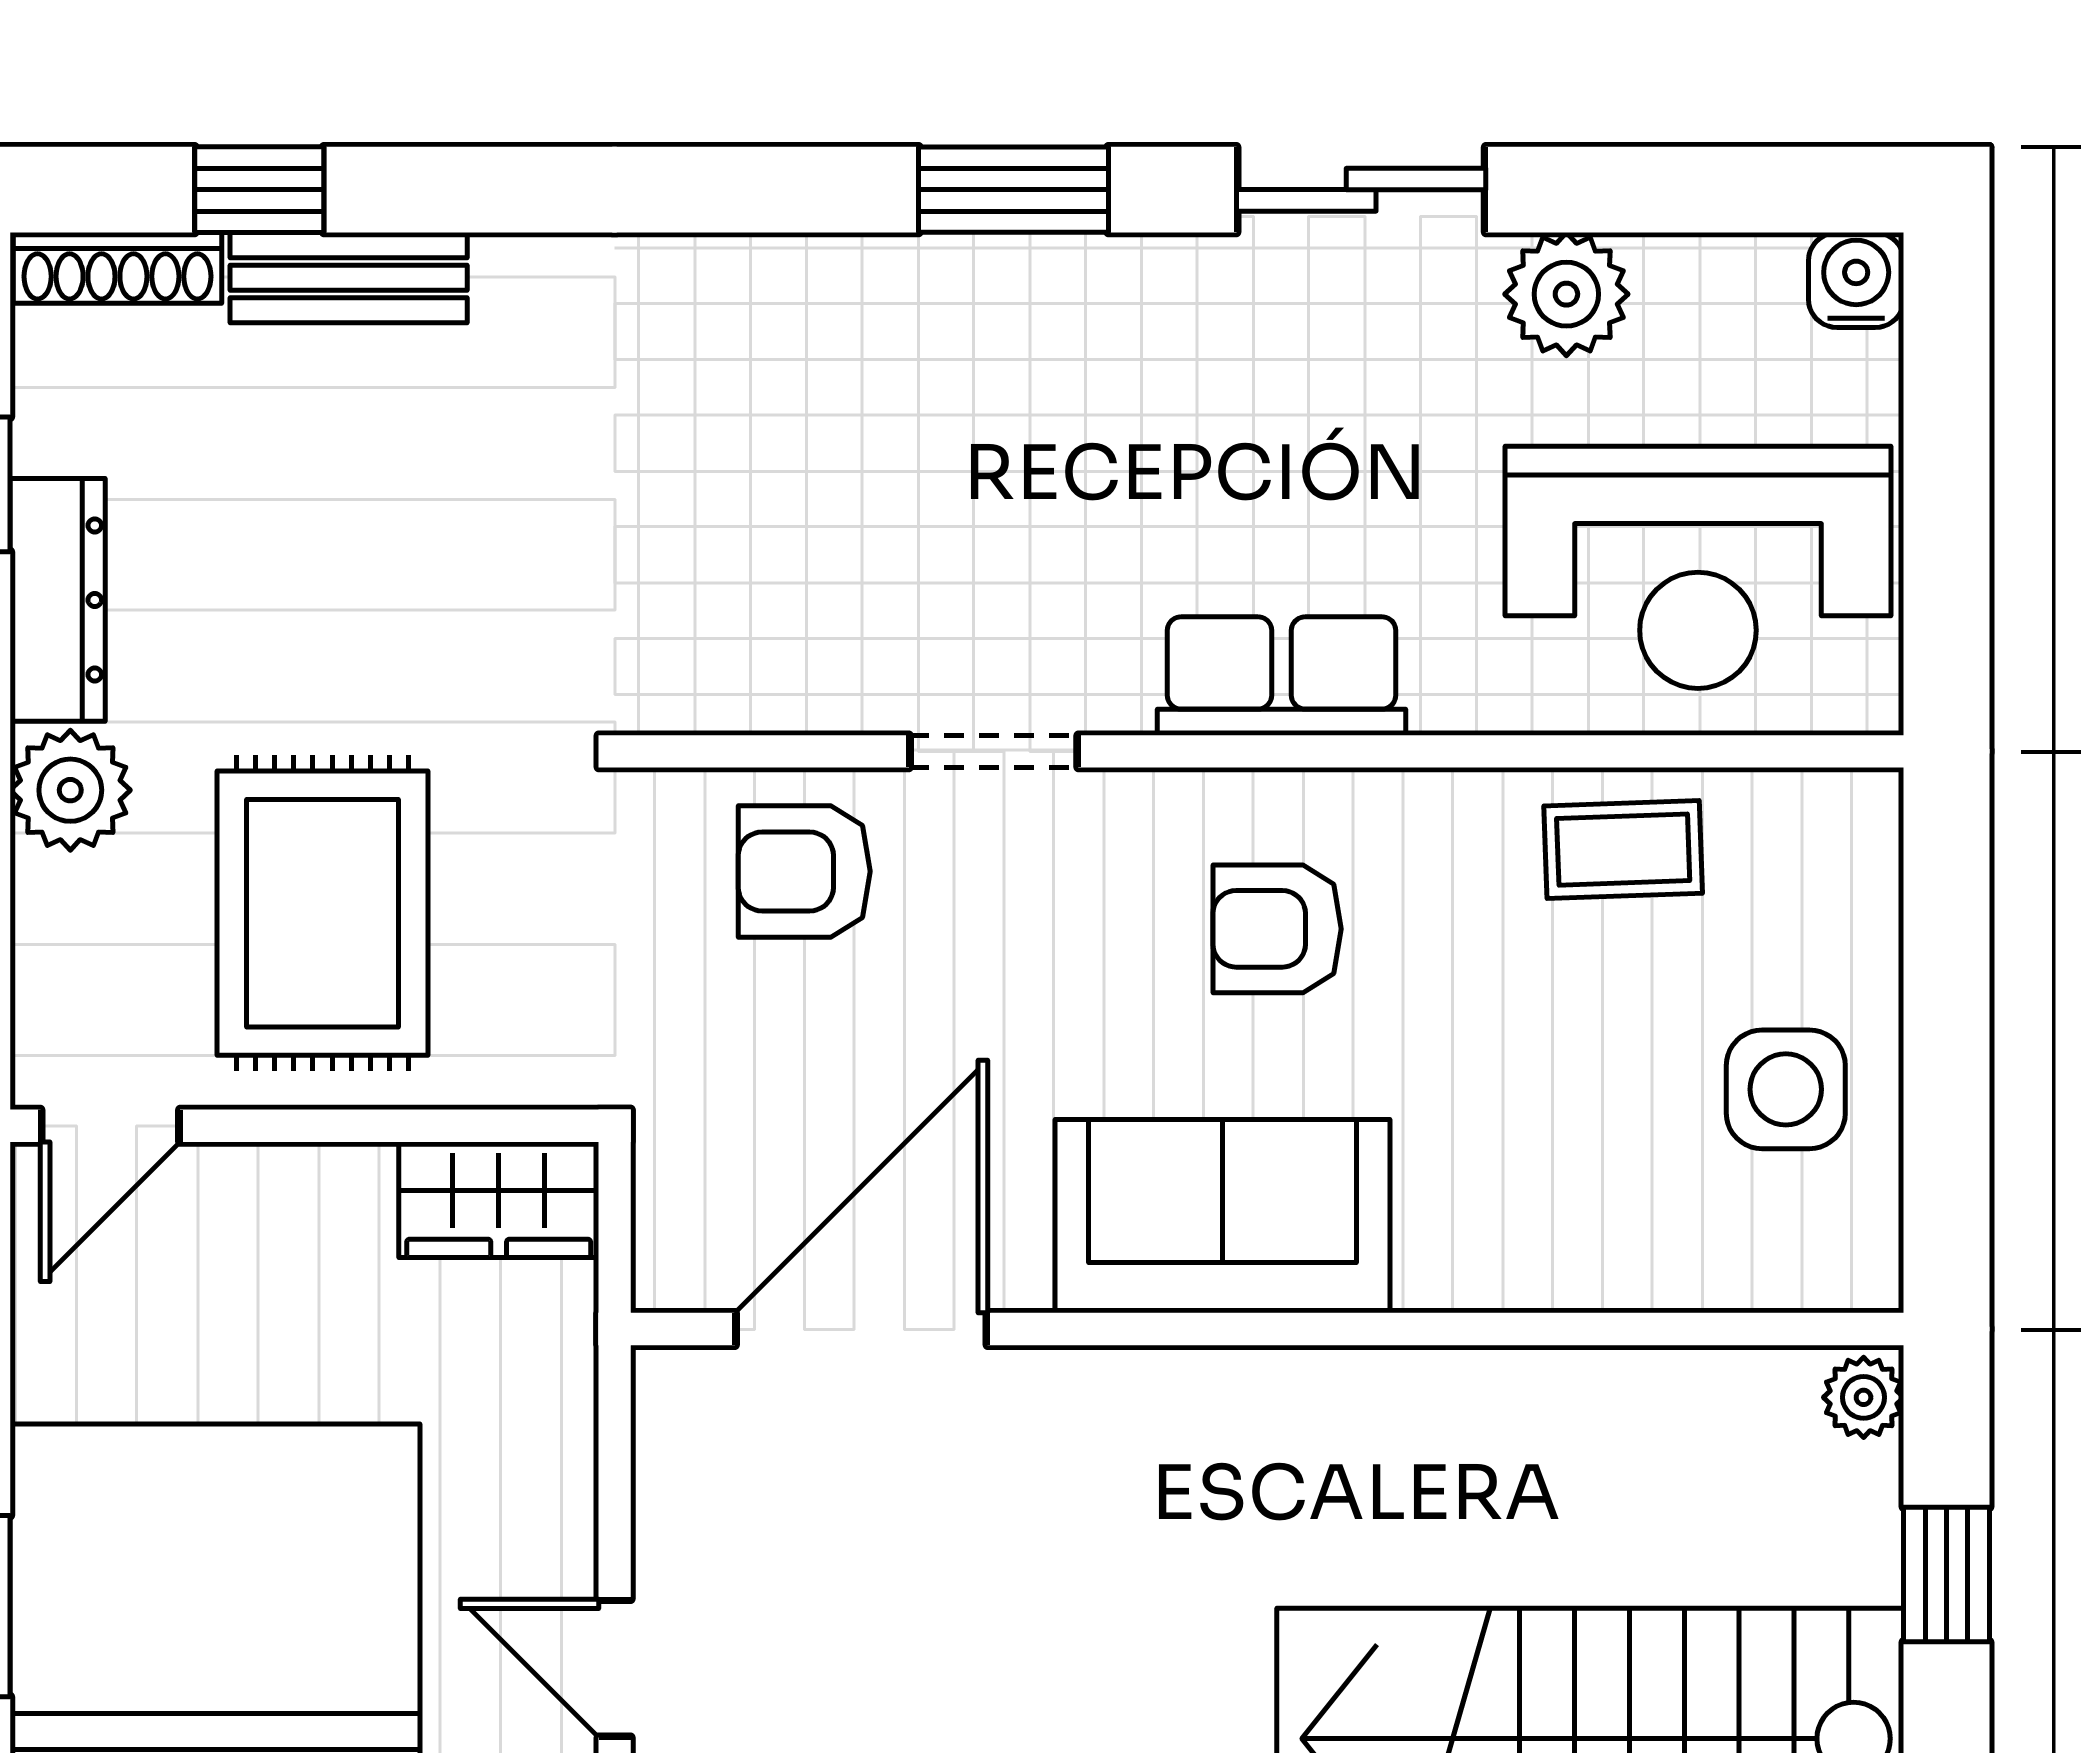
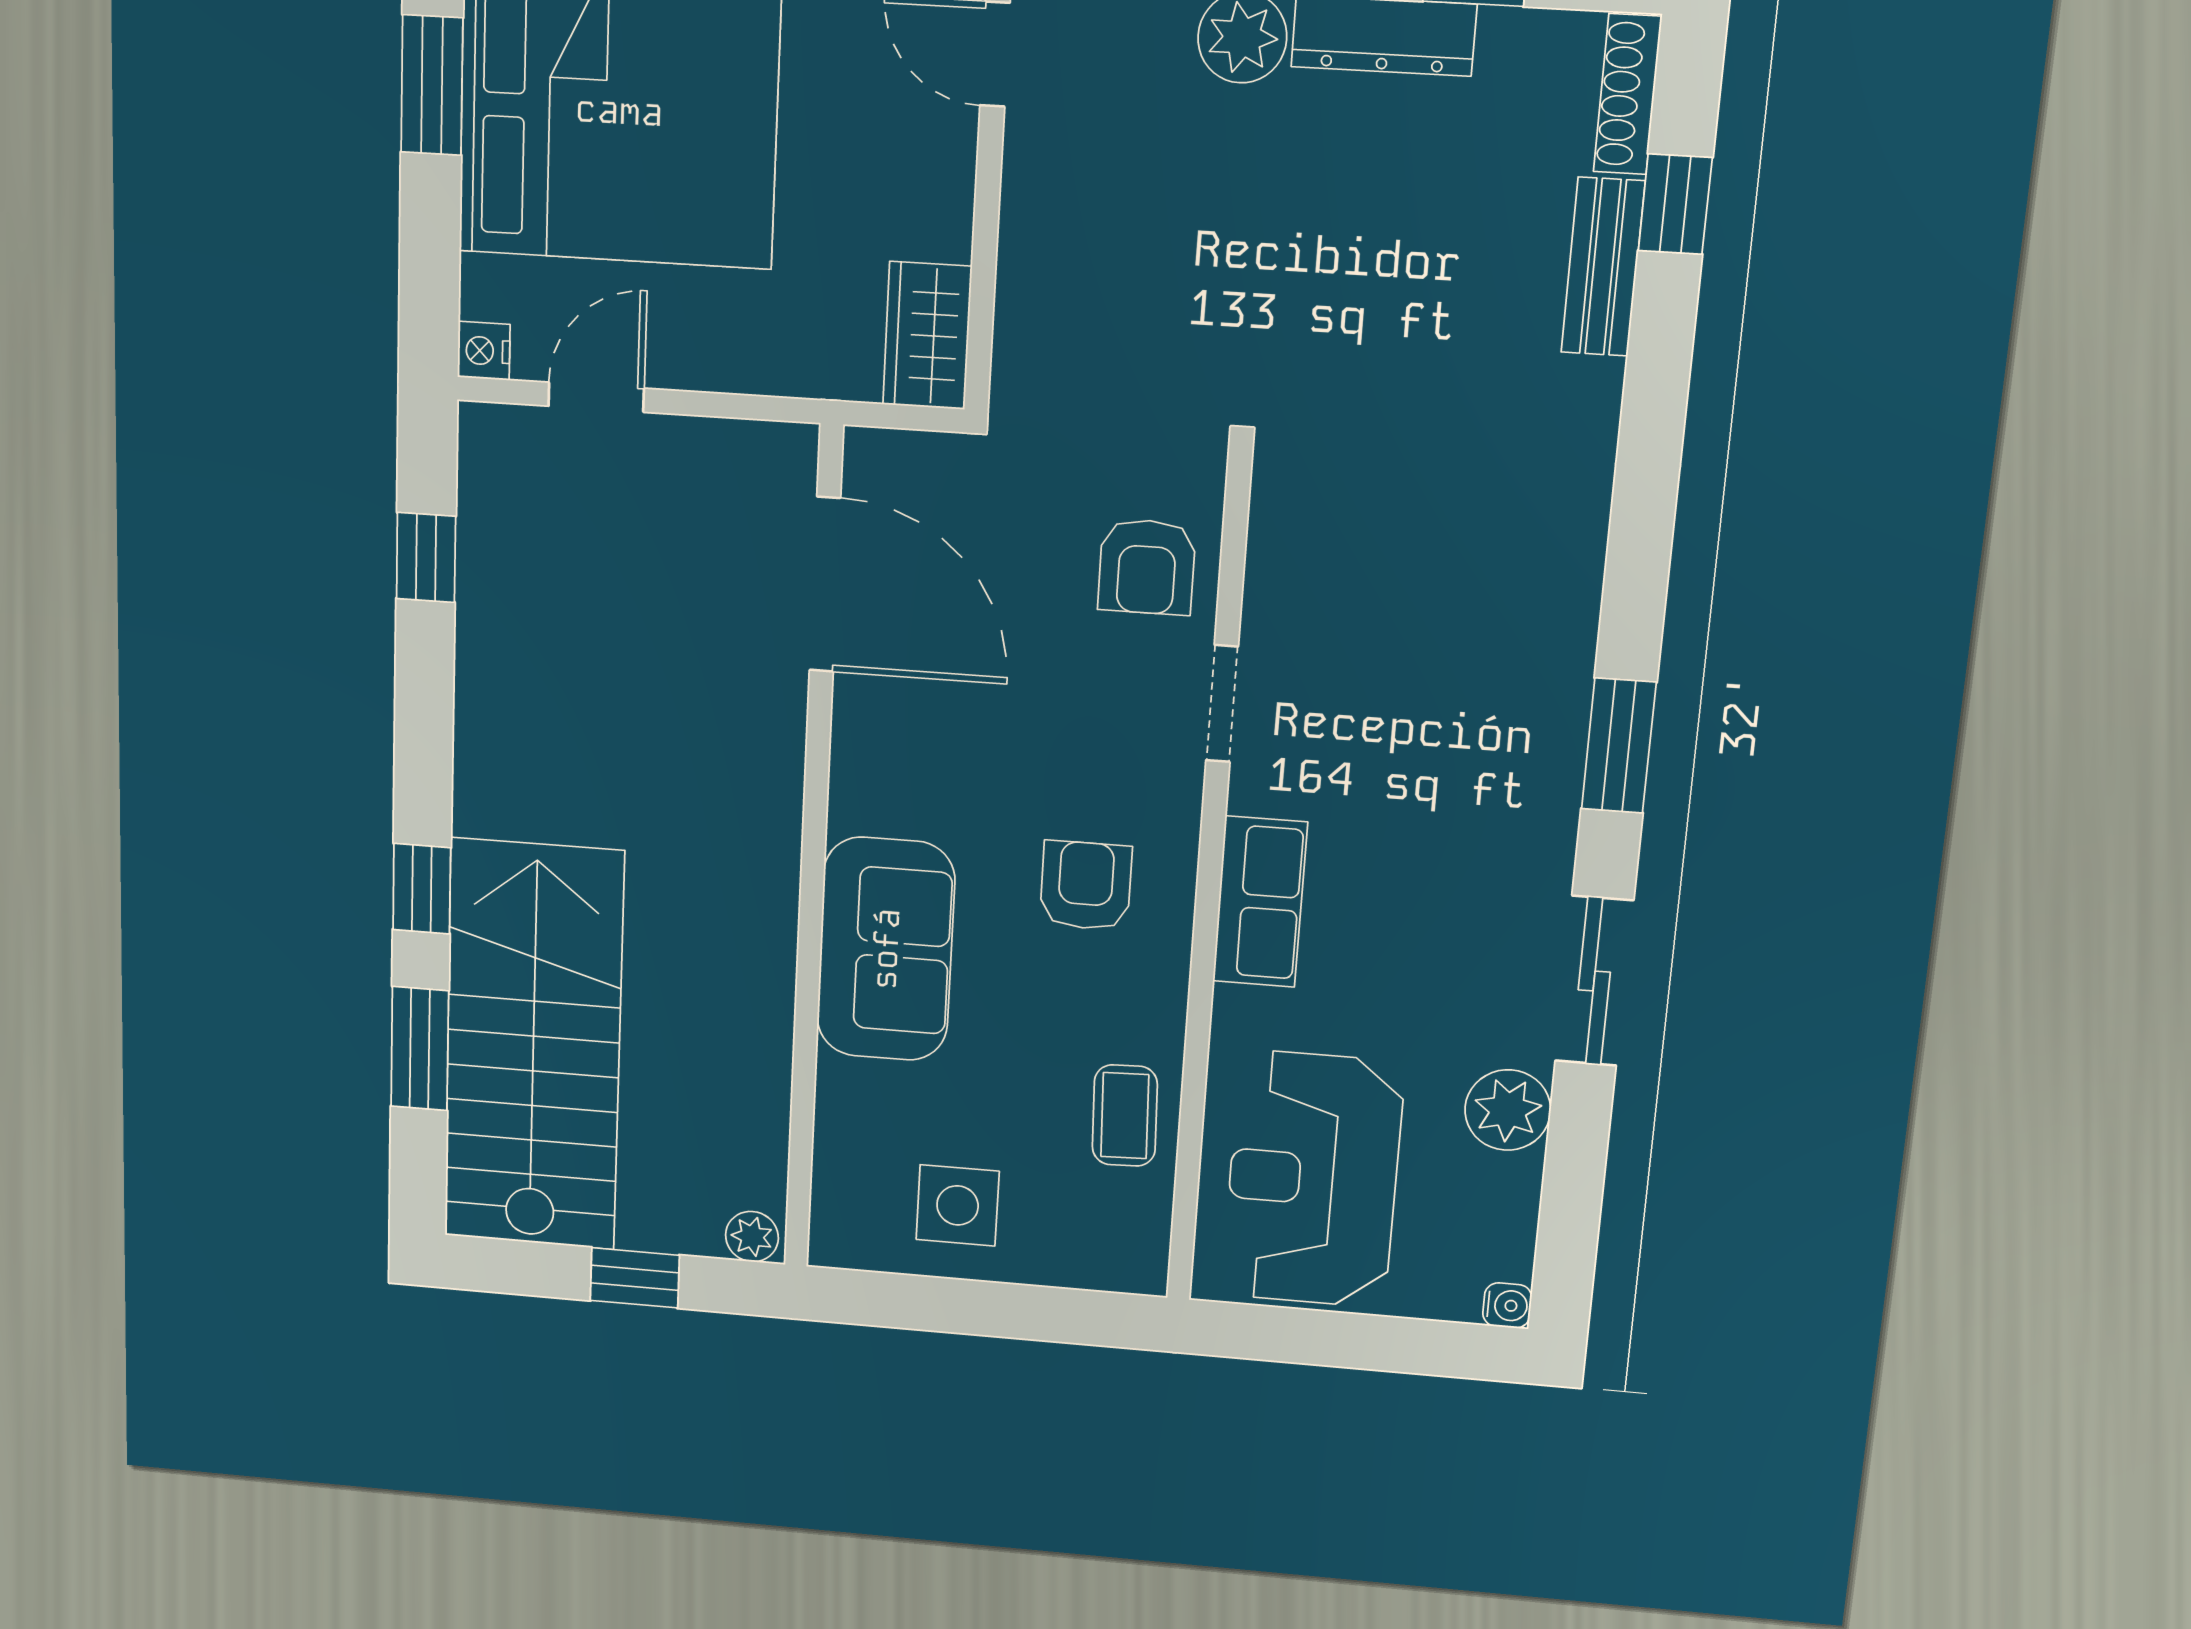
water cooler: (1856, 280) -> (1507, 1305), width x0.72, depth x0.72
armchair: (804, 871) -> (1147, 567), turned 180
rug: (323, 913) -> (1140, 220), removed
sofa: (1222, 1216) -> (886, 949), moved

